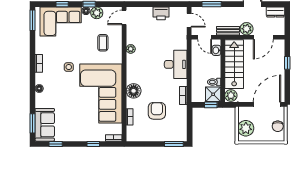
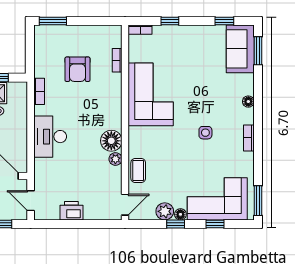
coffee table: (103, 43) -> (138, 171), moved
floor lamp: (134, 91) -> (111, 141), moved
corner sofa: (101, 93) -> (151, 94), width x0.73, depth x0.74

